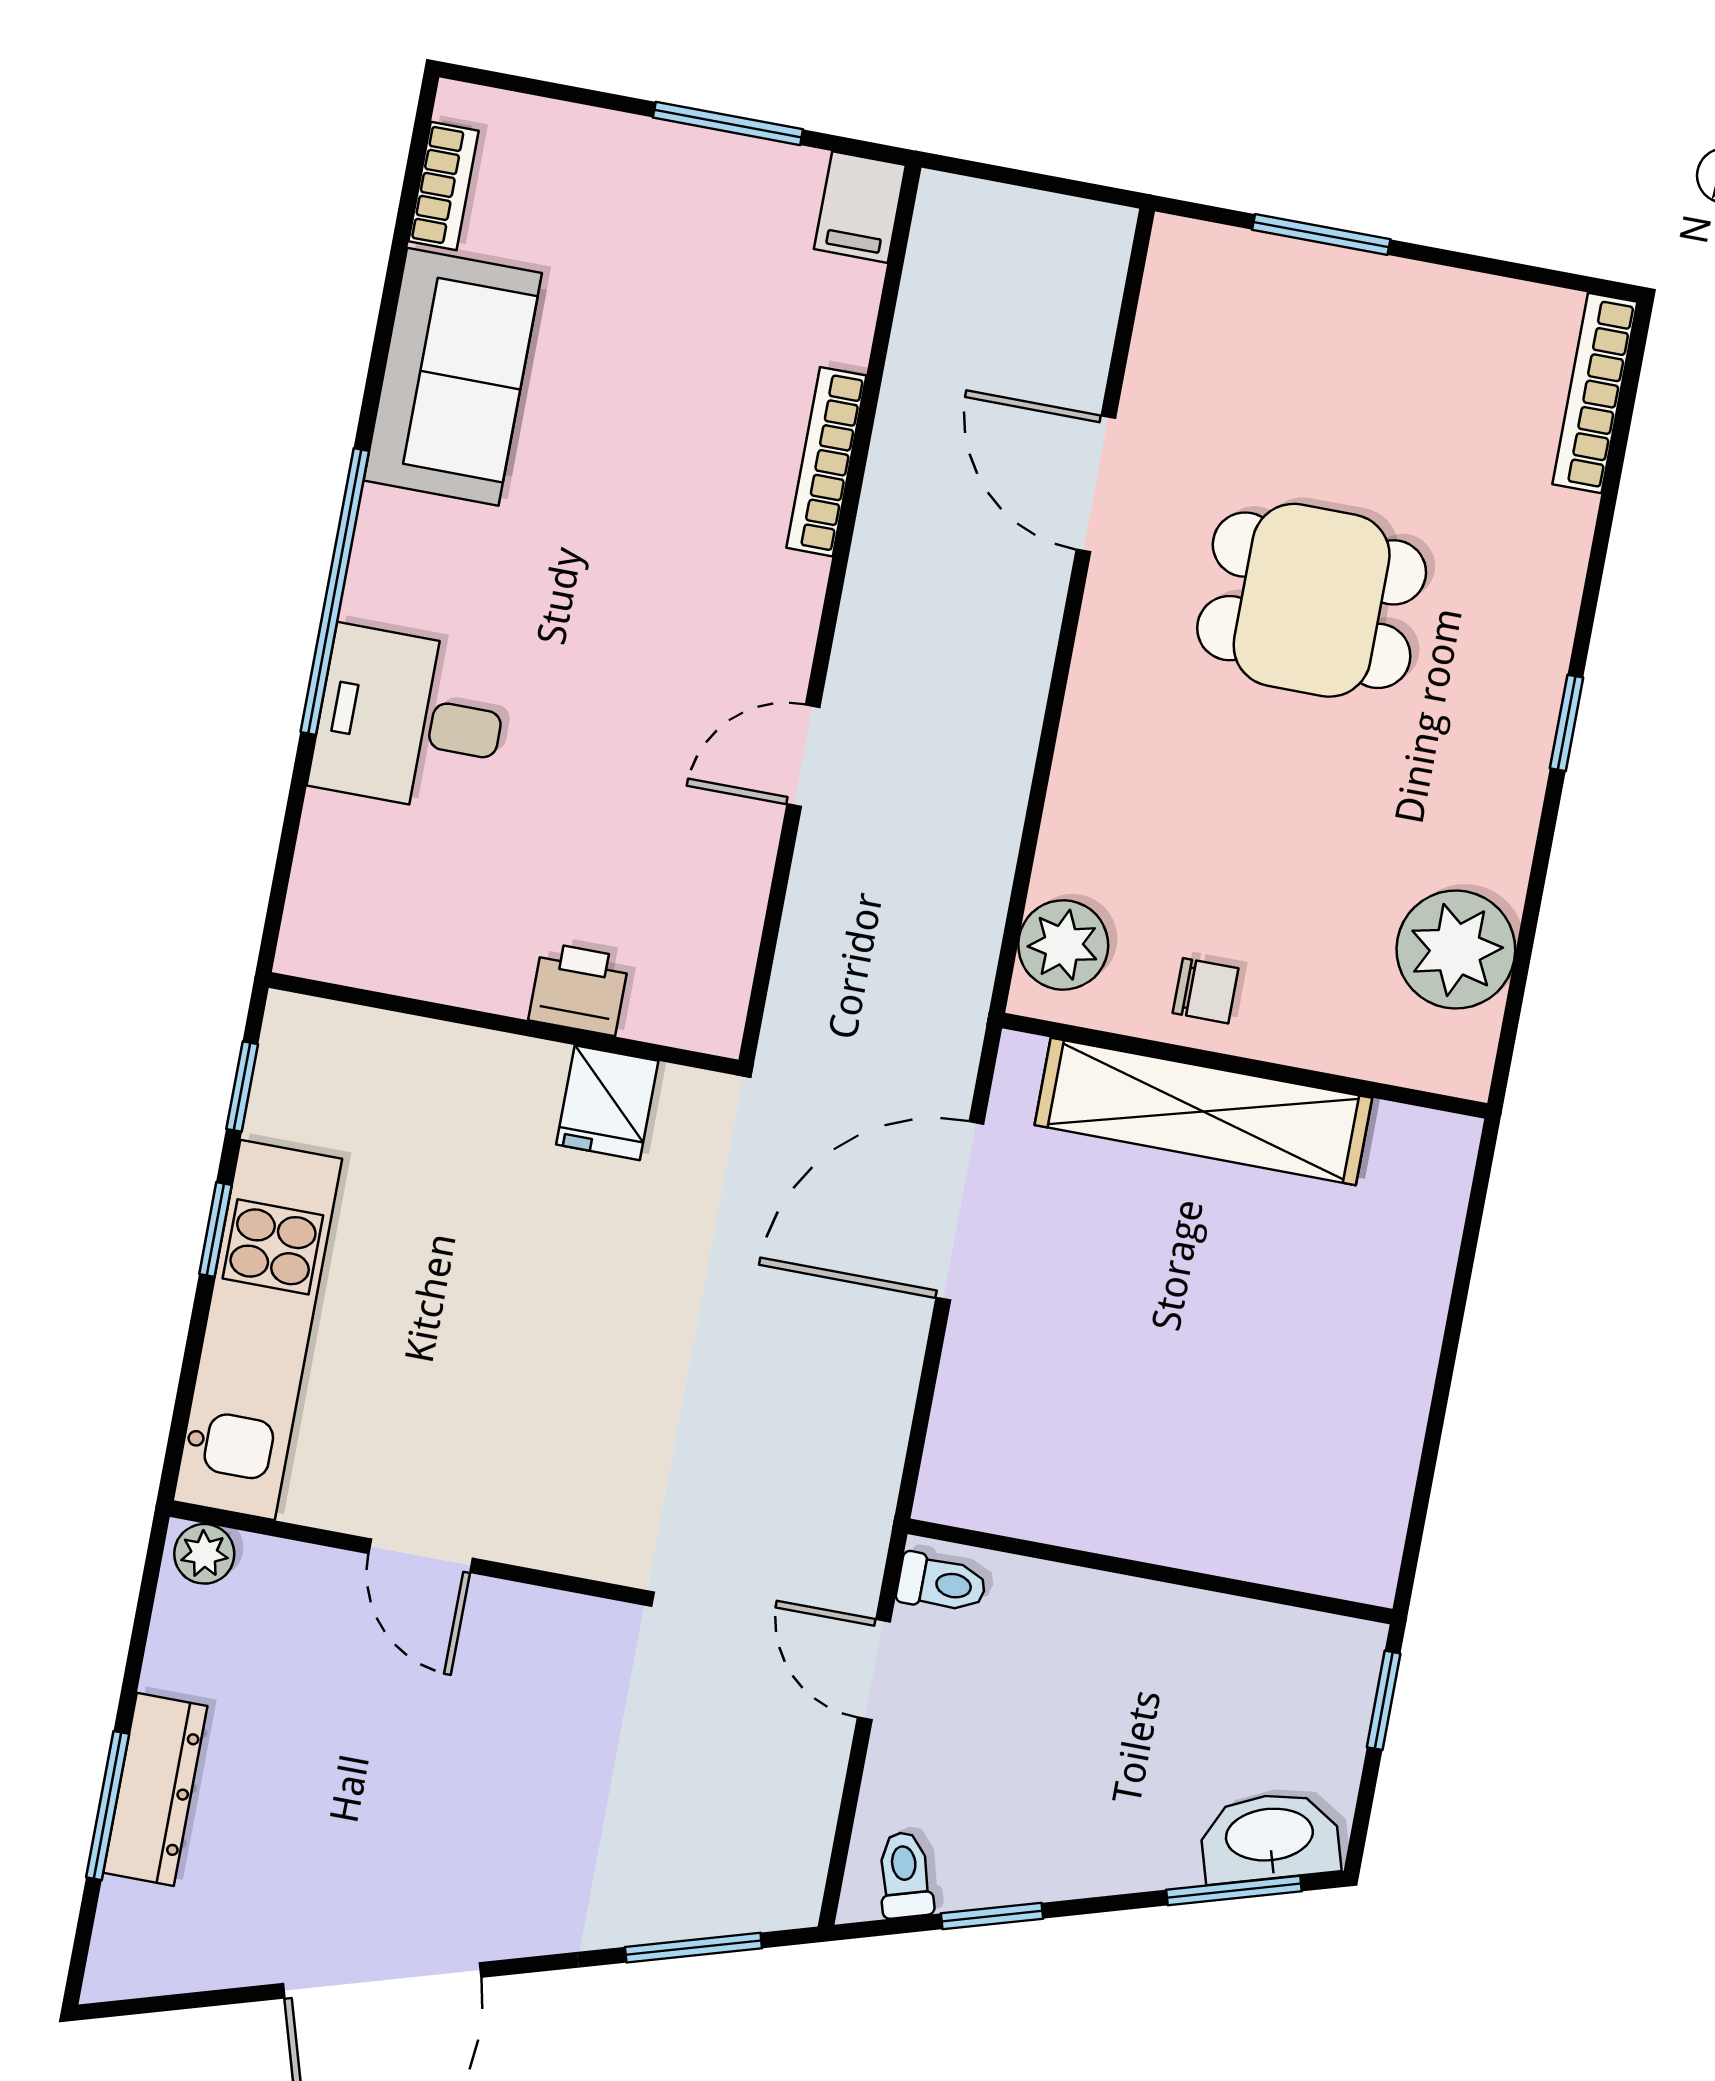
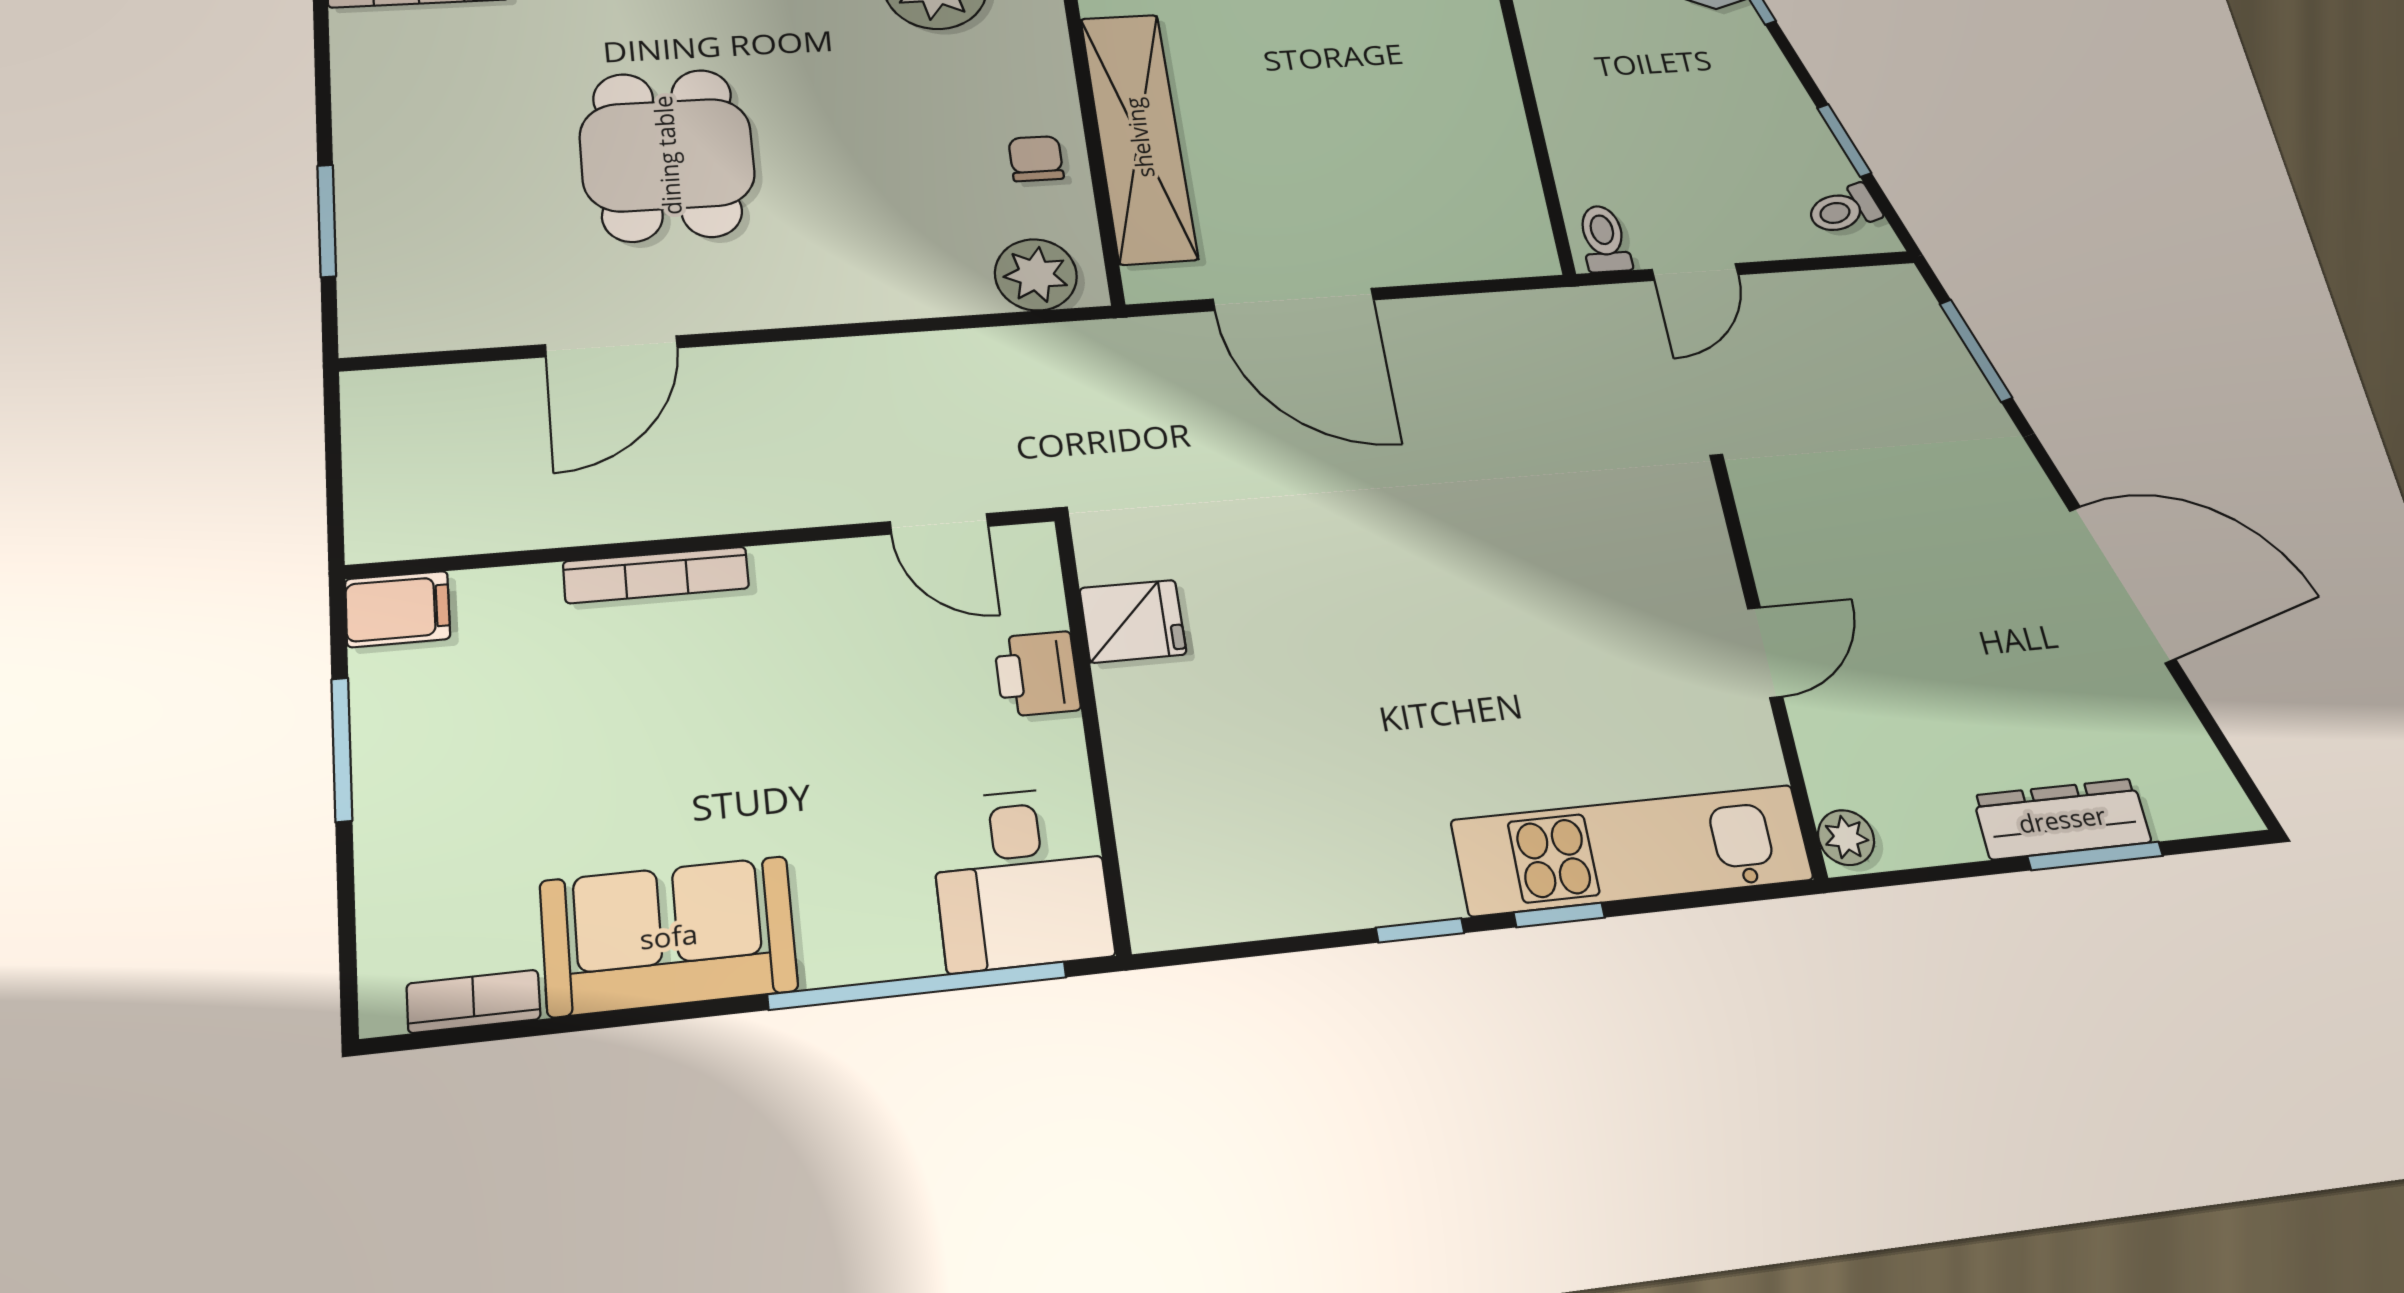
printer: (579, 989) -> (1037, 674), moved
wall: (504, 1024) -> (1092, 731), moved
fridge: (607, 1103) -> (1133, 621), moved

